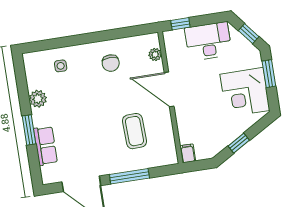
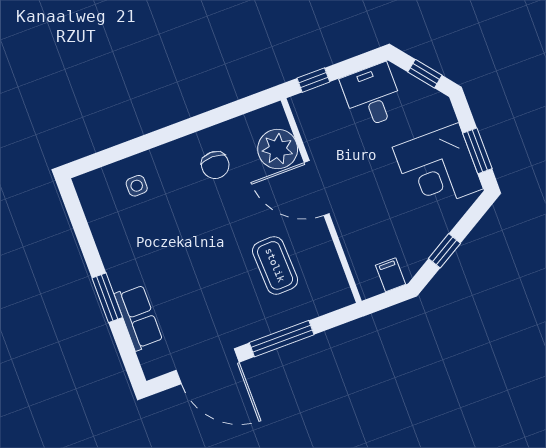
desk: (208, 41) -> (372, 96), width x0.73
plant: (155, 54) -> (278, 149), width x1.87, depth x1.87
window: (269, 74) -> (477, 151), moved
plant: (38, 99) -> (111, 245), removed
filing cabinet: (188, 153) -> (391, 275), moved

